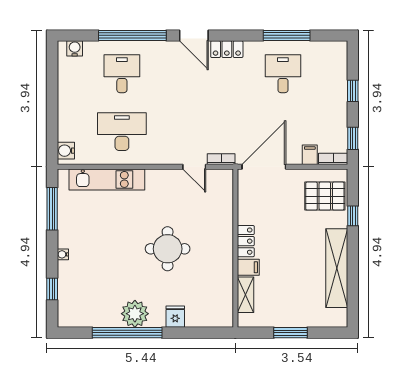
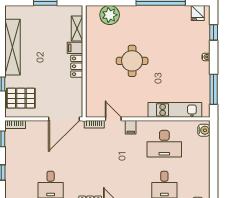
filing cabinet: (310, 155) -> (131, 127), moved
plant: (135, 314) -> (110, 15), moved
fridge: (175, 317) -> (198, 13), moved

